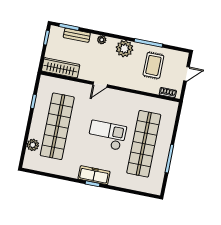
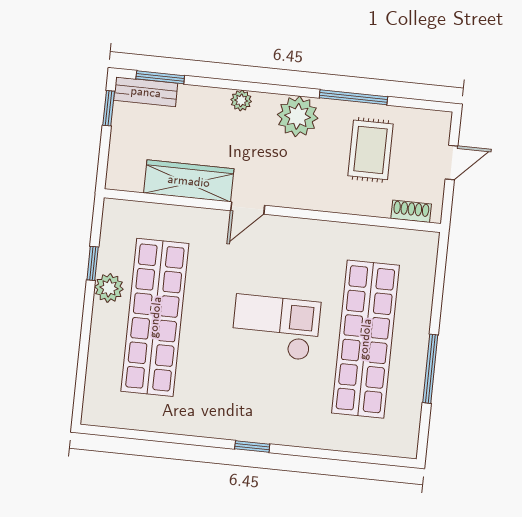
bench: (77, 35) -> (146, 92), moved
wardrobe: (61, 68) -> (189, 181), moved
plant: (33, 145) -> (109, 288), moved
freezer: (94, 175) -> (254, 426), removed

